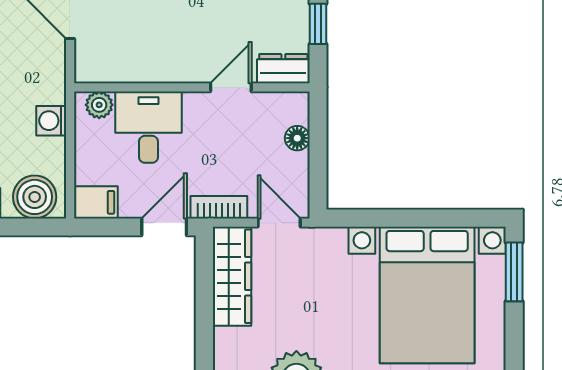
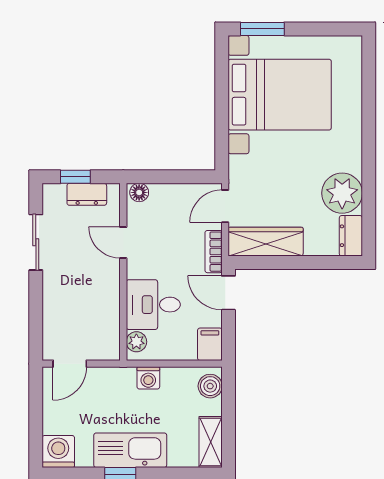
dresser: (283, 69) -> (87, 194), moved, turned -90
floor lamp: (297, 138) -> (139, 192), moved
boiler: (35, 197) -> (210, 386), width x0.73, depth x0.73

